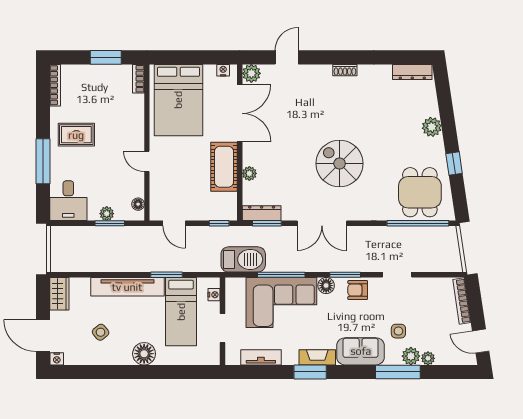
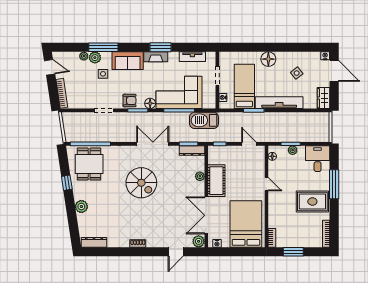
rug: (76, 135) -> (312, 202), width x1.36, depth x1.43

